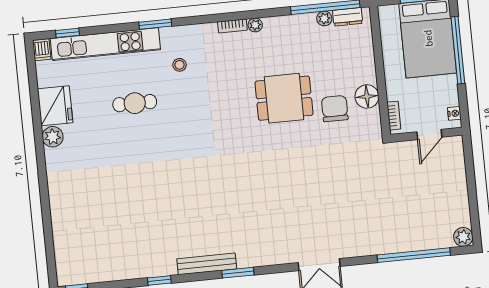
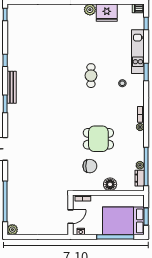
kitchen unit: (105, 44) -> (138, 52), width x0.73
floor lamp: (367, 96) -> (110, 184), moved
dining table: (284, 98) -> (98, 139), turned 90
cafe table: (135, 103) -> (91, 76), moved
door: (429, 134) -> (70, 217), swing flipped

